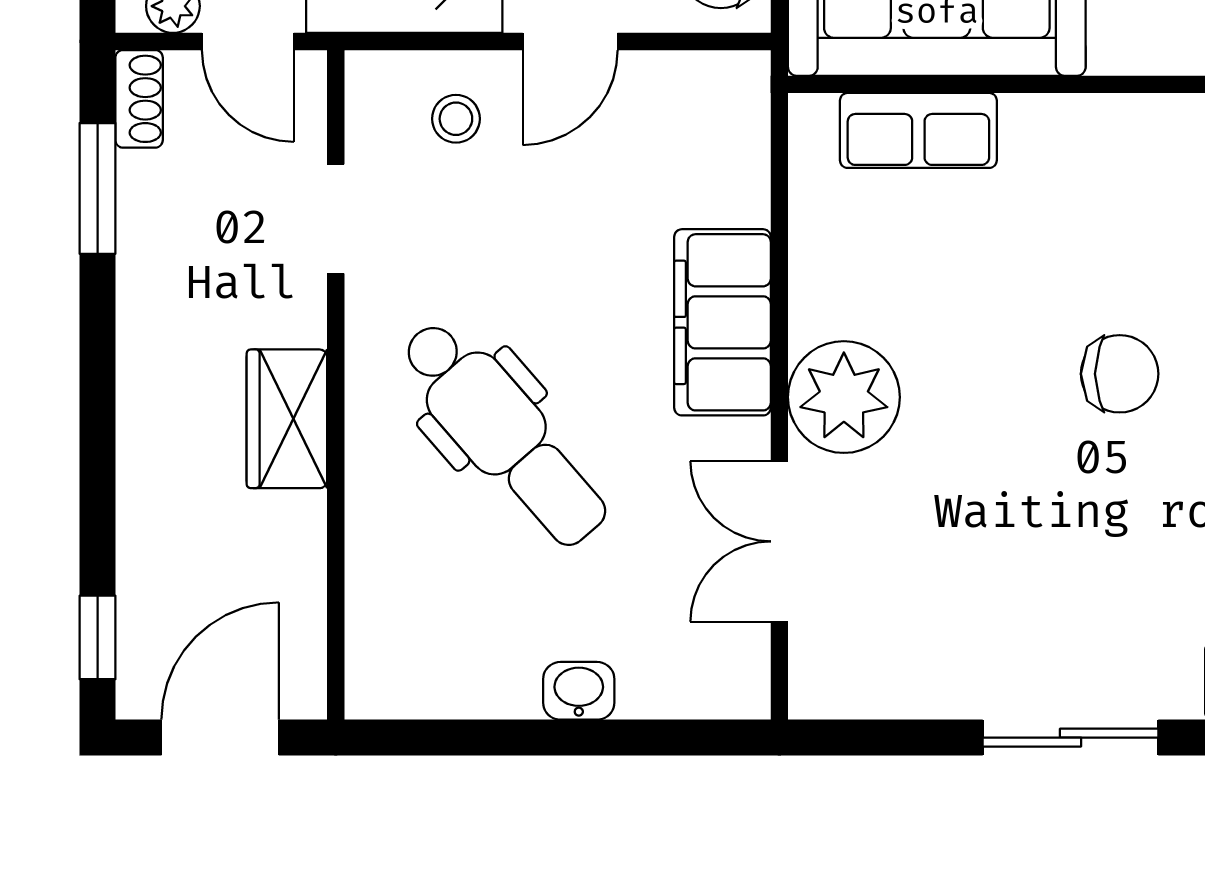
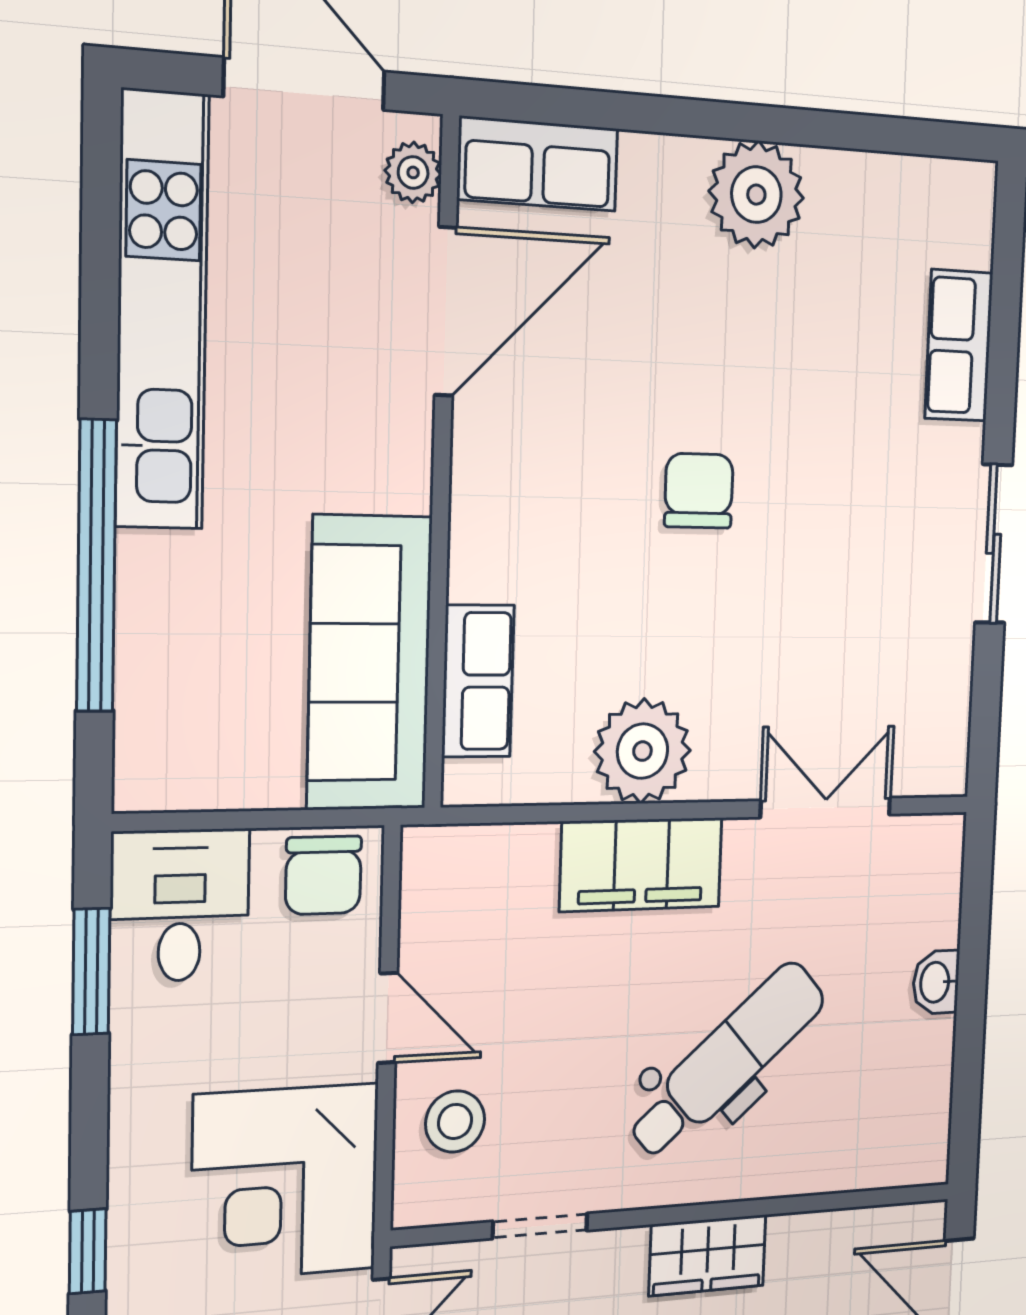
stool: (456, 119) -> (455, 1121), width x1.37, depth x1.37
plant: (844, 397) -> (643, 751), moved
double door: (779, 541) -> (826, 807), swing flipped

